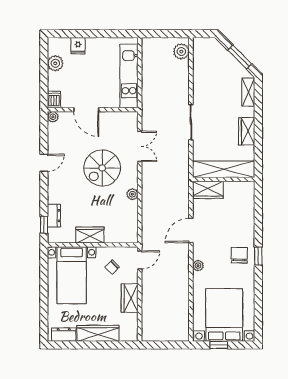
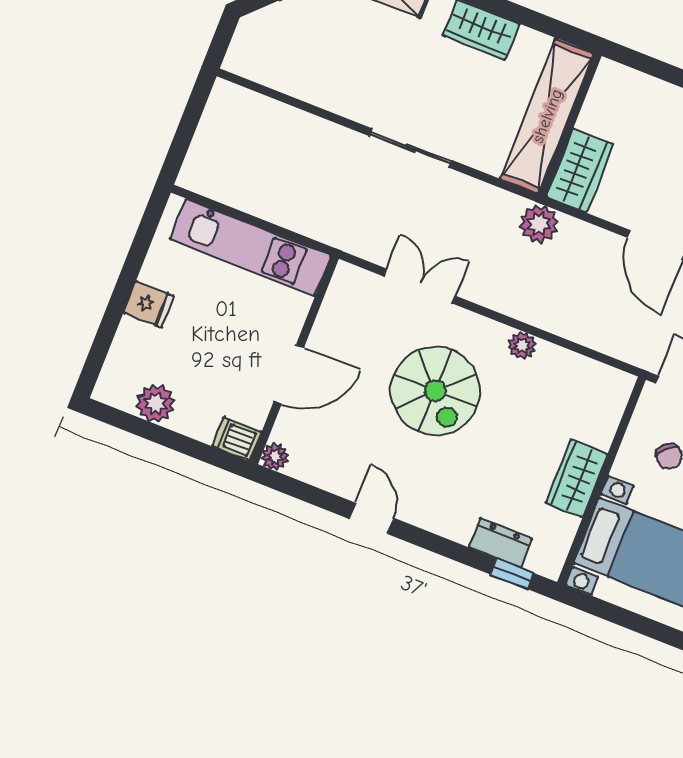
fridge: (78, 46) -> (149, 304), moved
plant: (181, 51) -> (539, 224), moved

